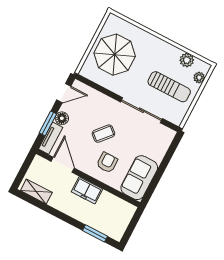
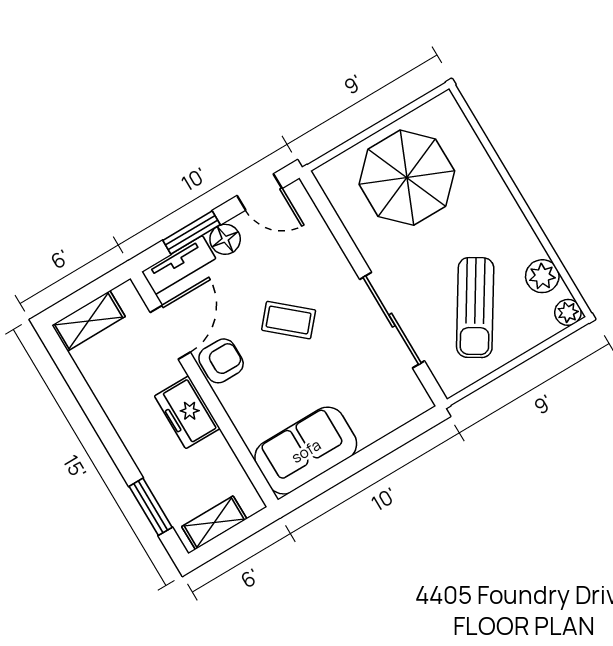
plant: (199, 78) -> (568, 312), moved
sun lounger: (169, 87) -> (475, 308), turned 32
armchair: (107, 163) -> (221, 361), moved
shelving: (36, 191) -> (88, 321), moved, turned 90
shelving: (122, 225) -> (214, 523), added

